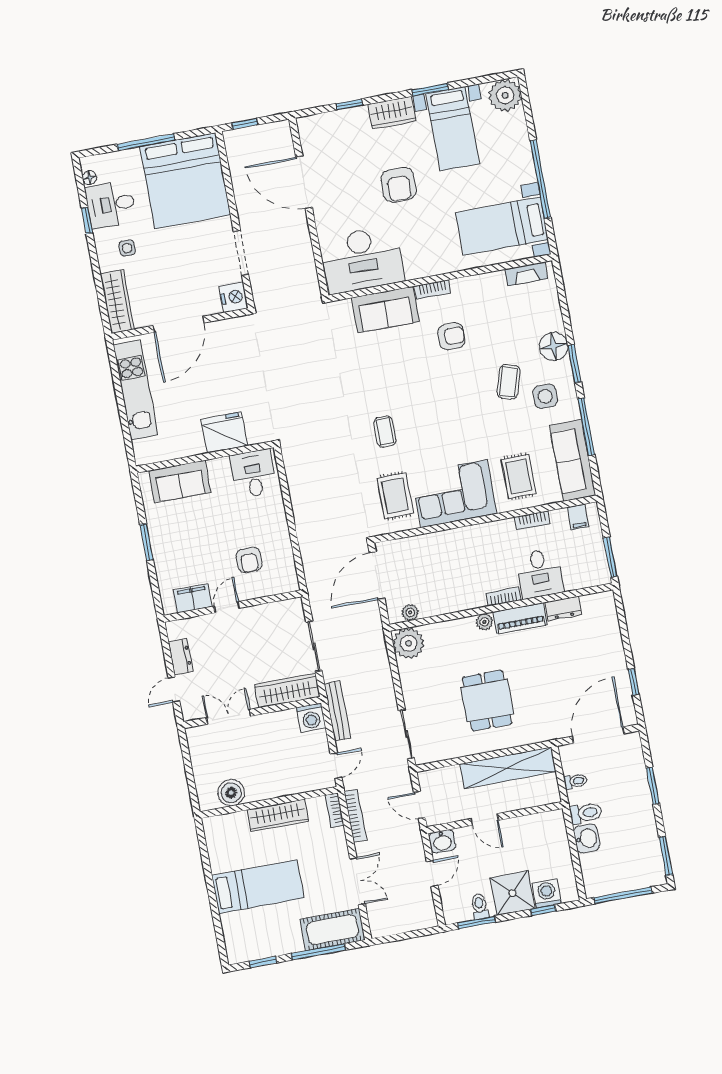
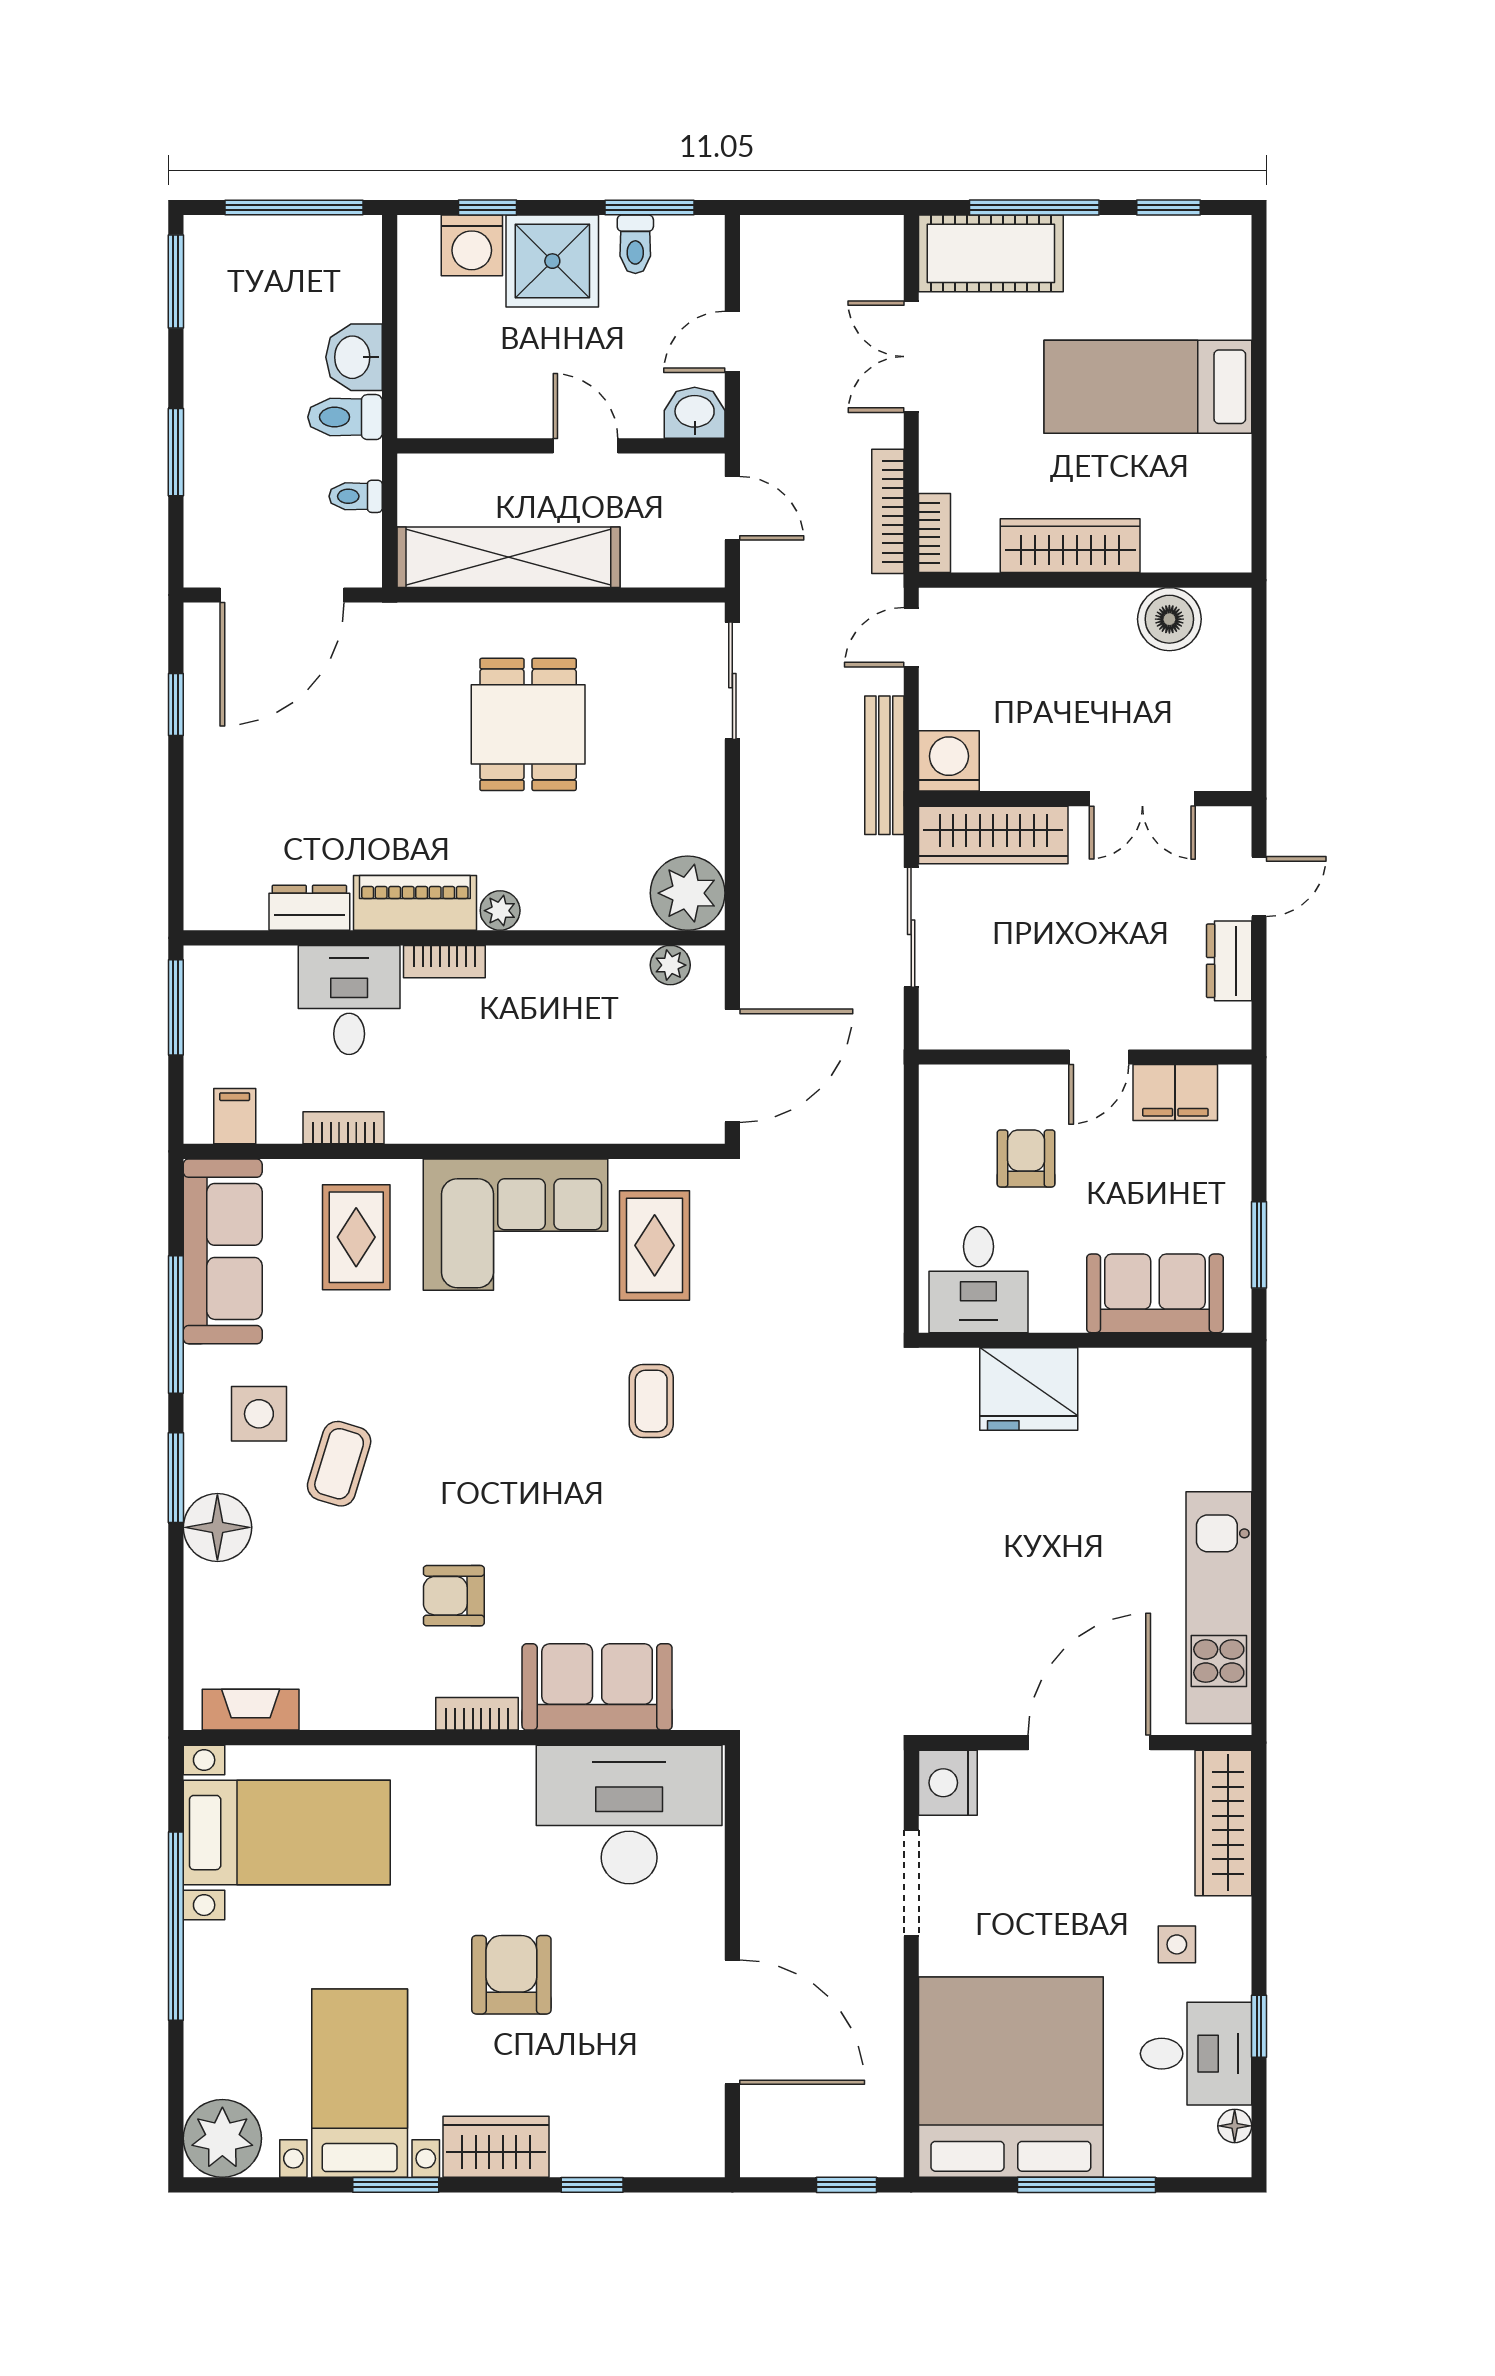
fridge: (224, 432) -> (1029, 1389), moved
wall: (205, 457) -> (1085, 1340), moved
desk: (253, 474) -> (978, 1280), moved
sofa: (180, 482) -> (1155, 1293), moved

